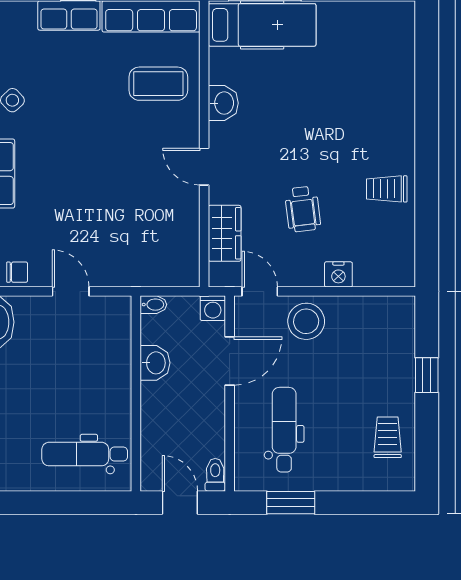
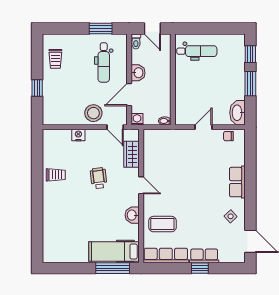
wheelchair: (303, 209) -> (99, 178), moved
door: (71, 291) -> (203, 127), swing flipped
washbasin: (155, 363) -> (138, 73), moved, turned 180

